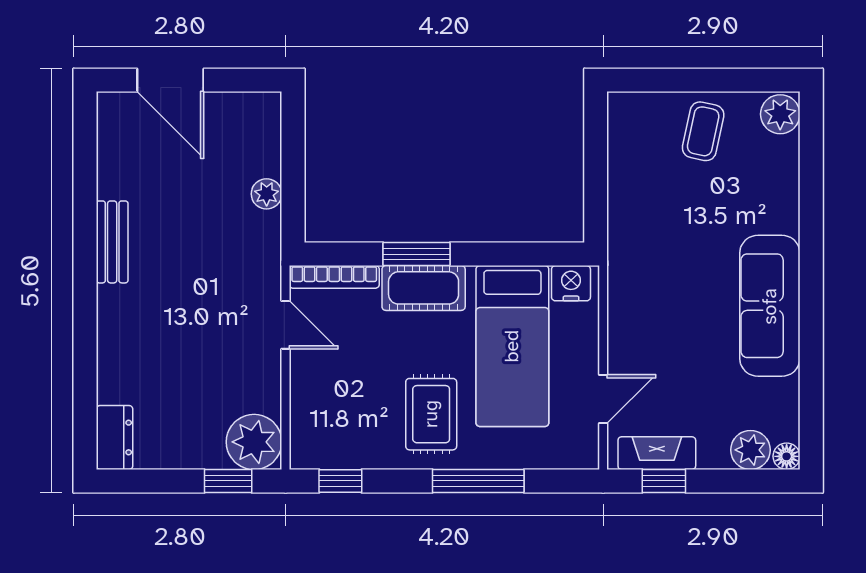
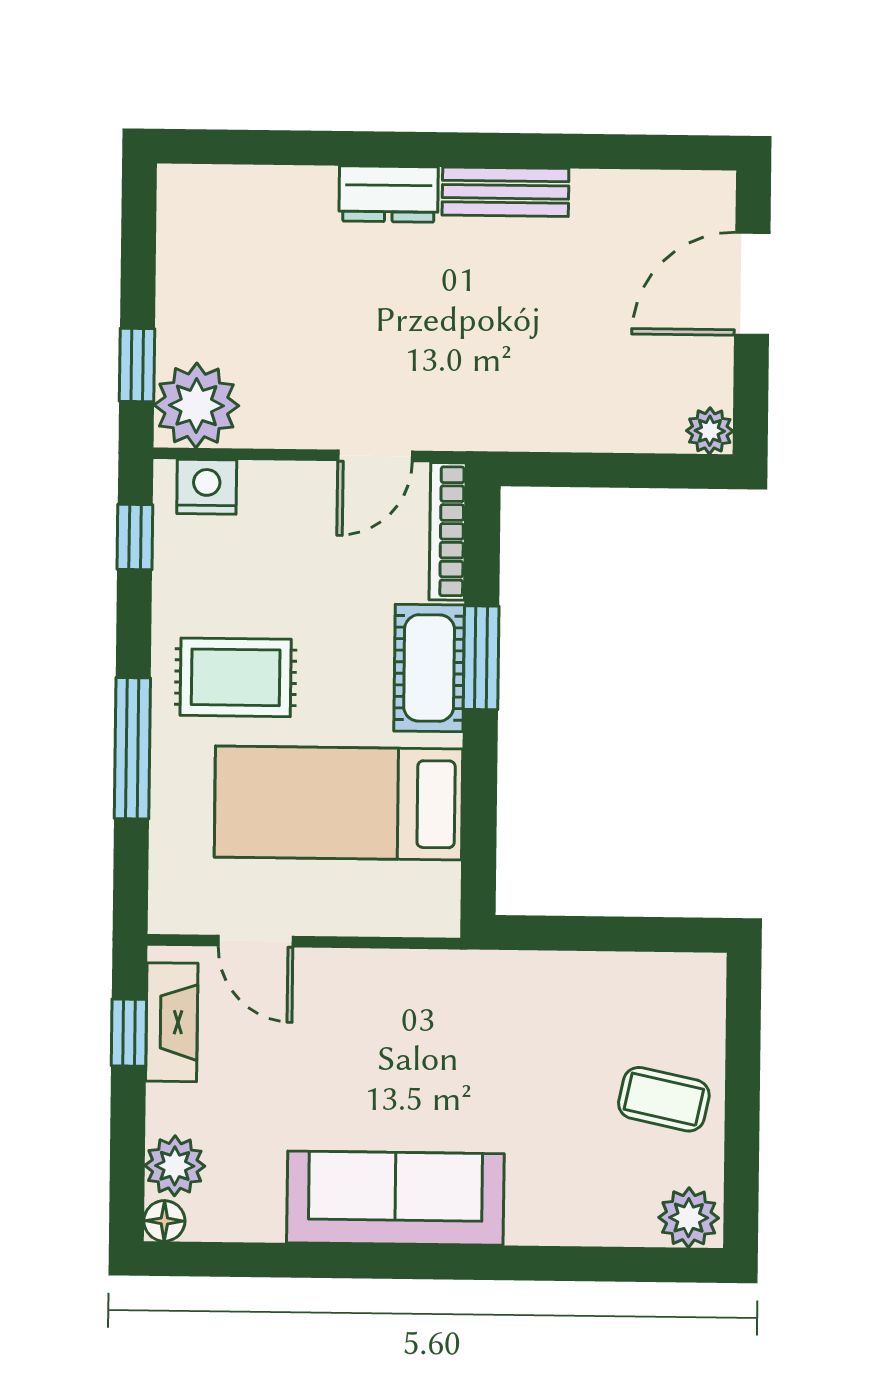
plant: (267, 194) -> (710, 431), moved
nightstand: (571, 283) -> (207, 487), moved, turned -90
dresser: (115, 437) -> (389, 194), moved

